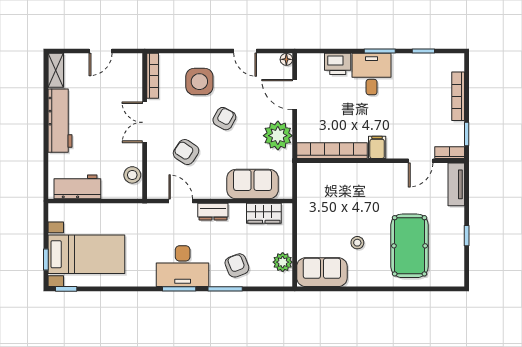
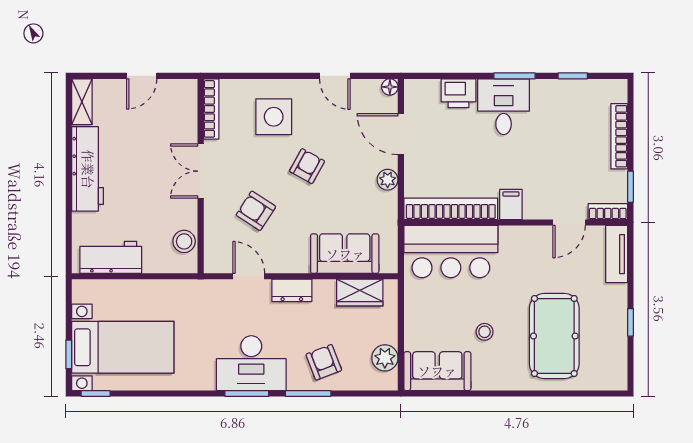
plant: (278, 136) -> (388, 180), width x0.53, depth x0.53
bar counter: (332, 183) -> (451, 252), added

